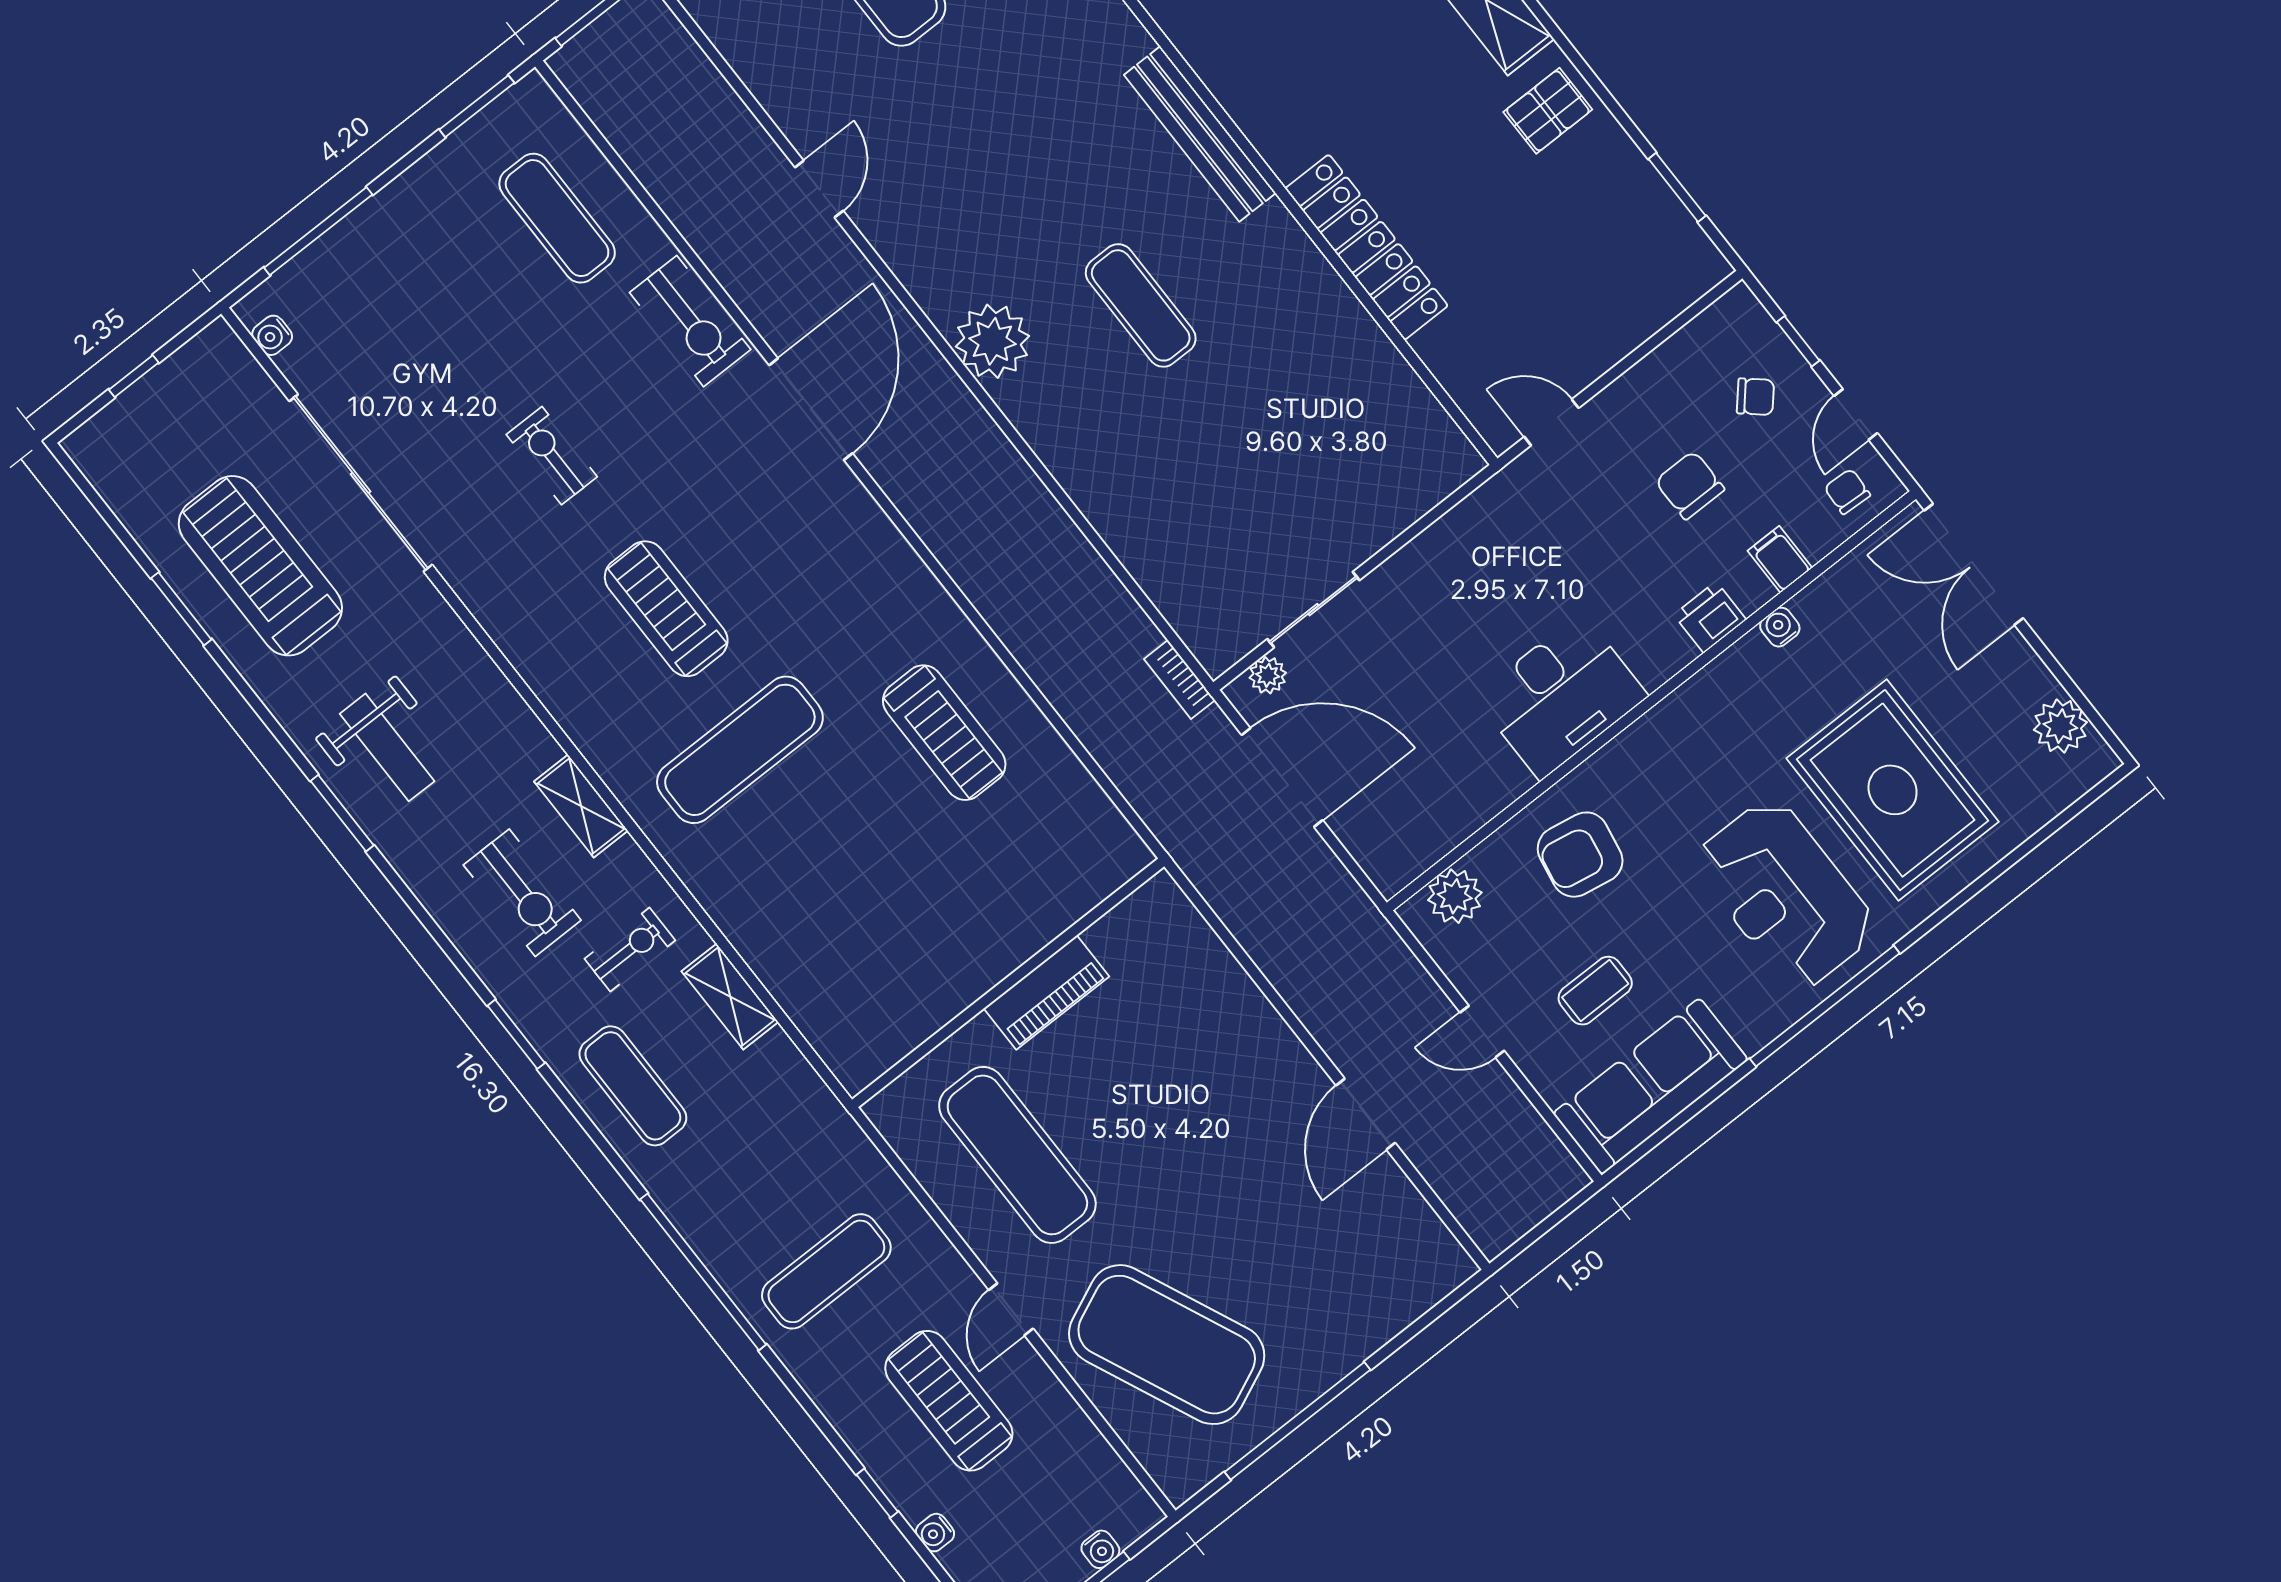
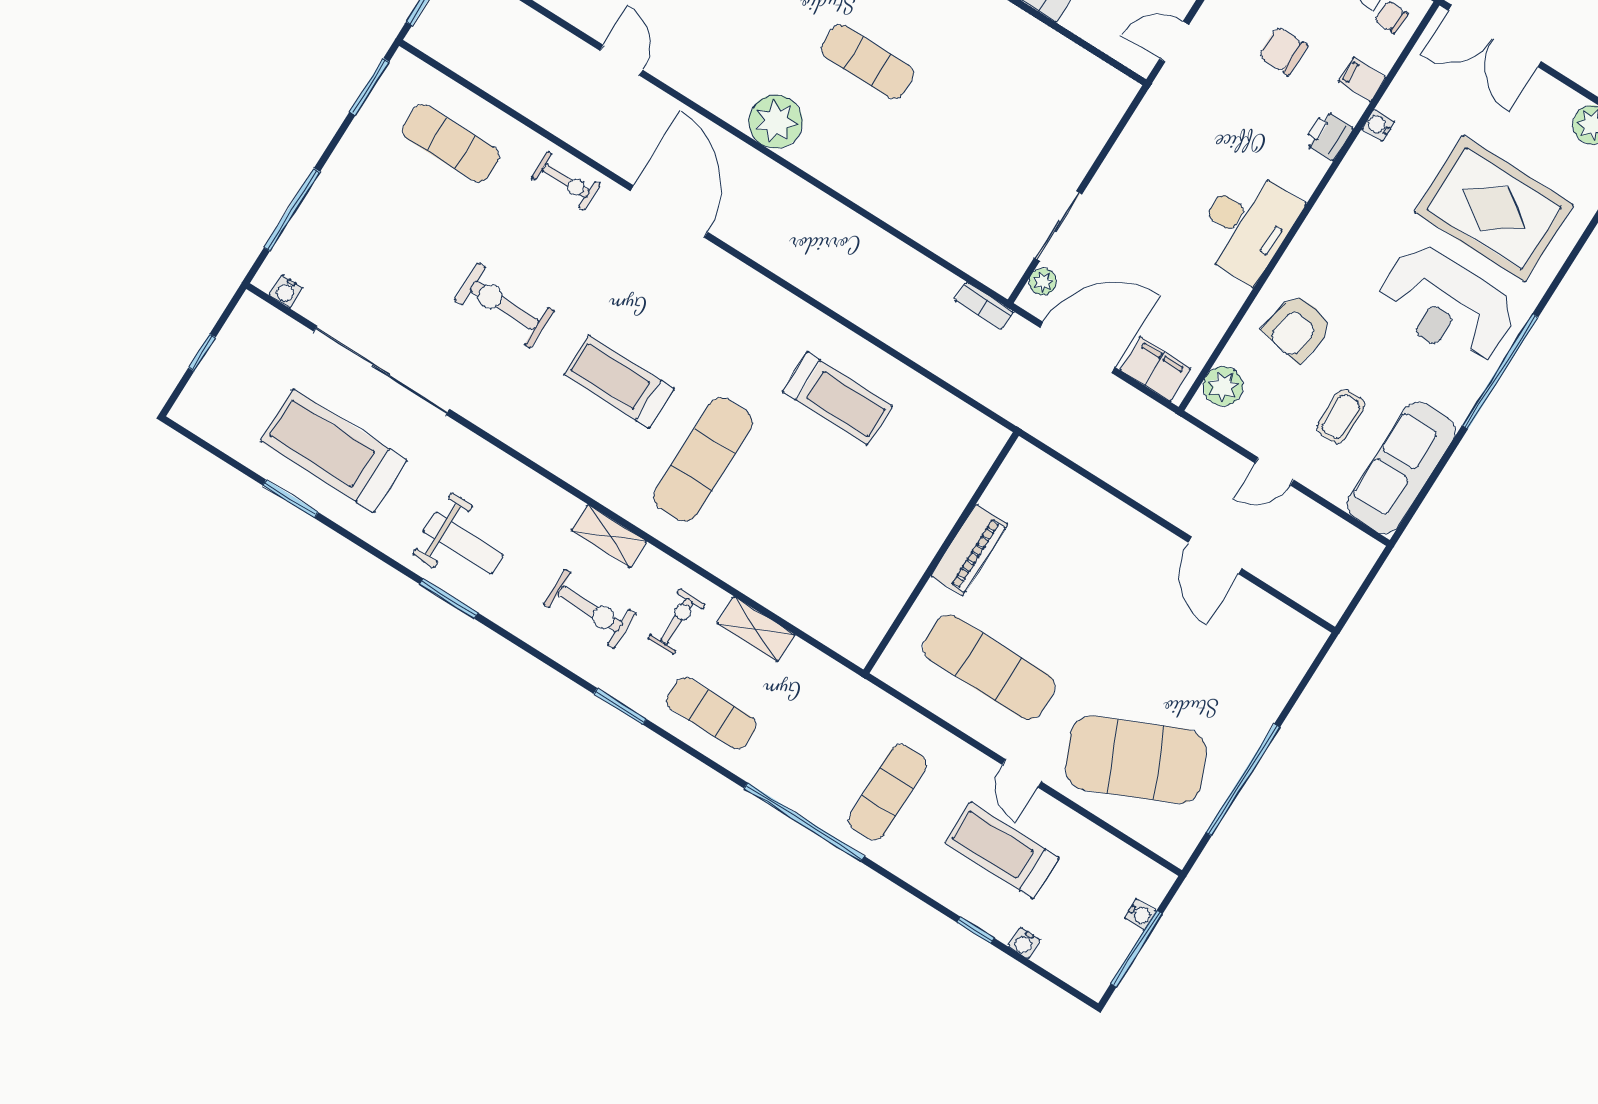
exercise bike: (690, 321) -> (566, 181), width x0.73, depth x0.72
exercise bike: (552, 456) -> (504, 306), width x1.38, depth x1.39
filing cabinet: (1374, 842) -> (1155, 369), added

